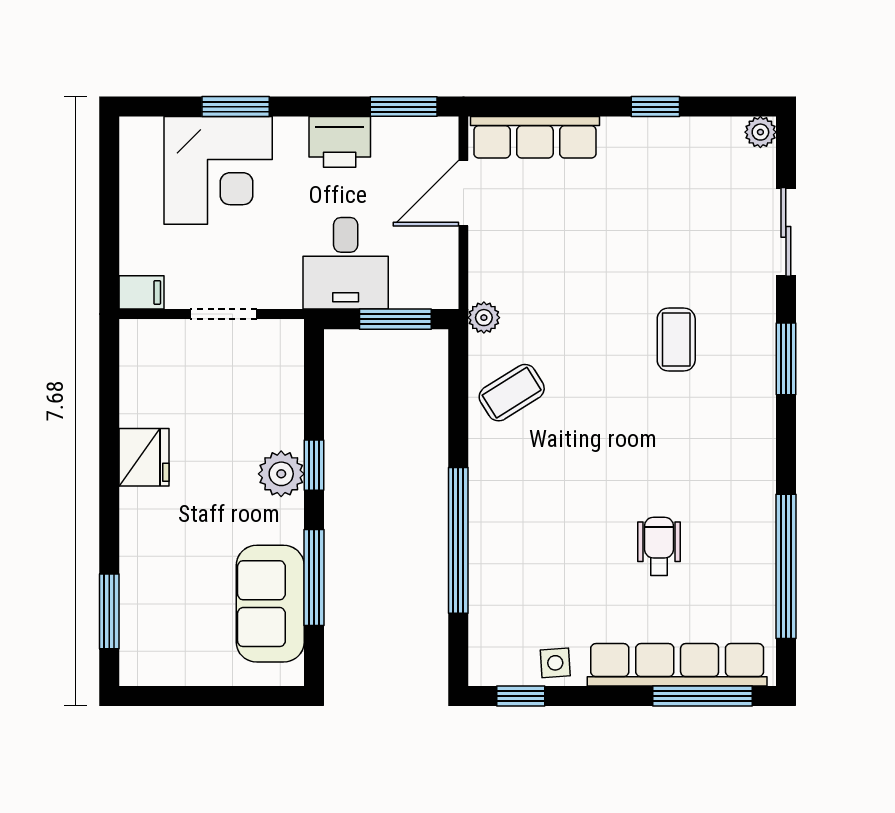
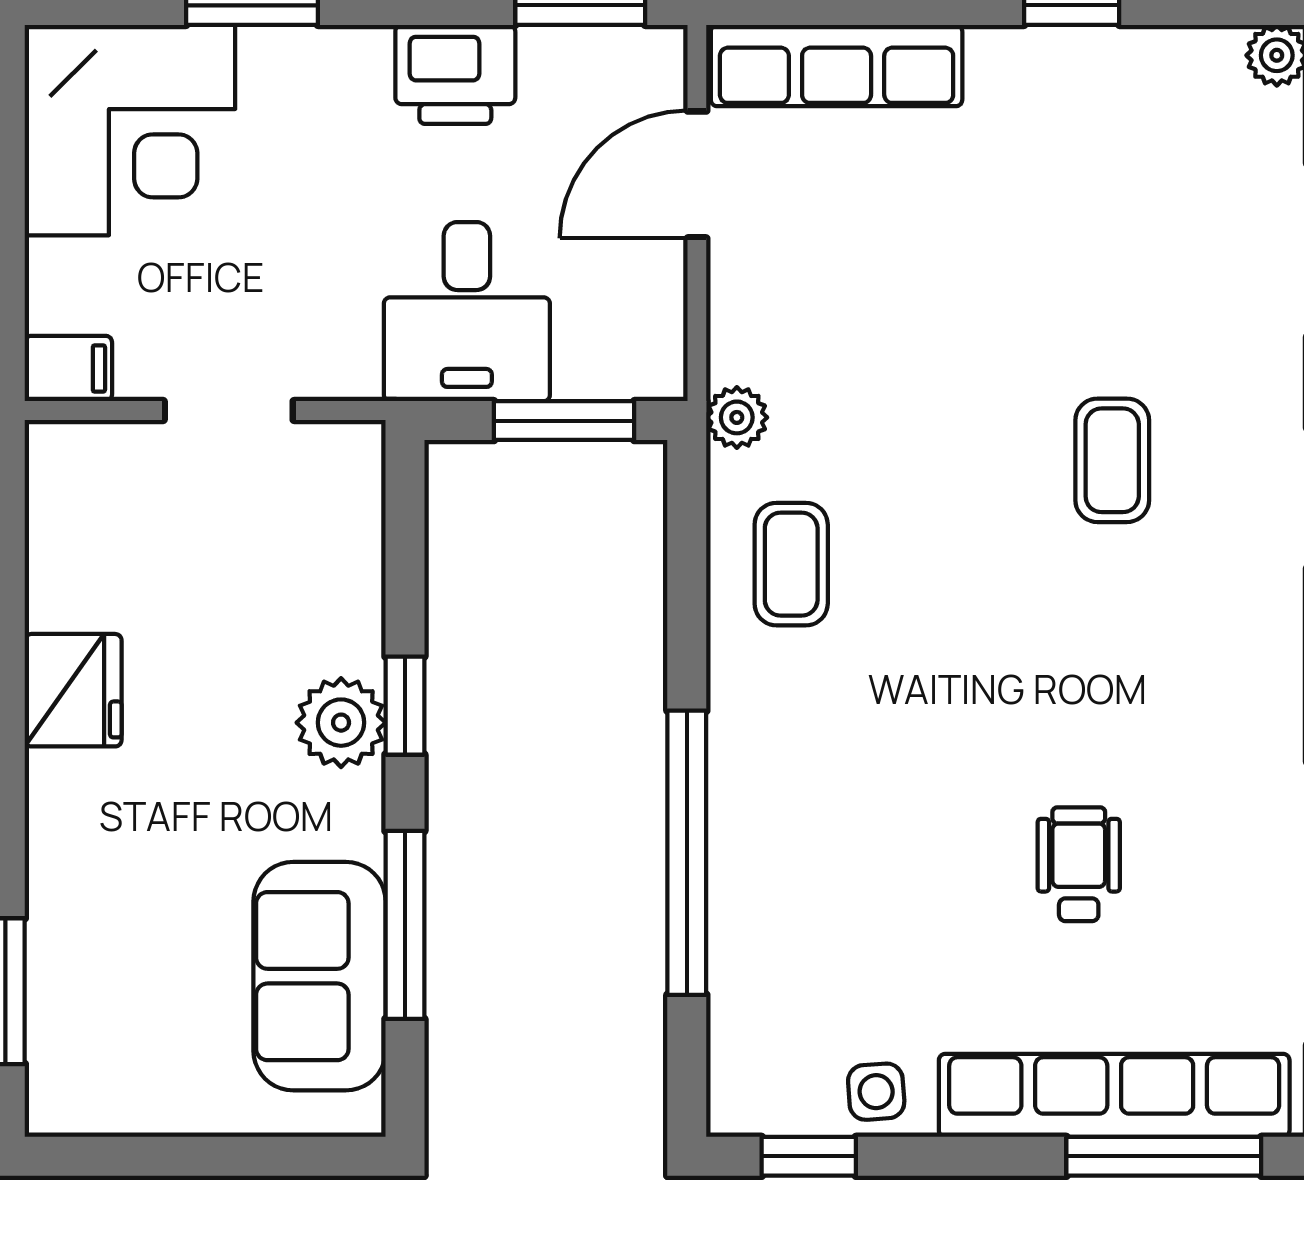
corner desk: (218, 170) -> (130, 130), moved
coffee table: (512, 393) -> (791, 564), turned -58

